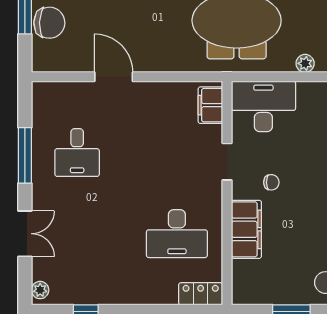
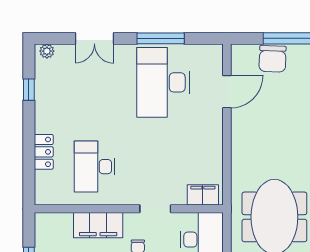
door: (114, 77) -> (227, 92), moved
desk: (77, 152) -> (163, 82), width x1.87, depth x1.30
locker: (201, 294) -> (44, 152), moved

